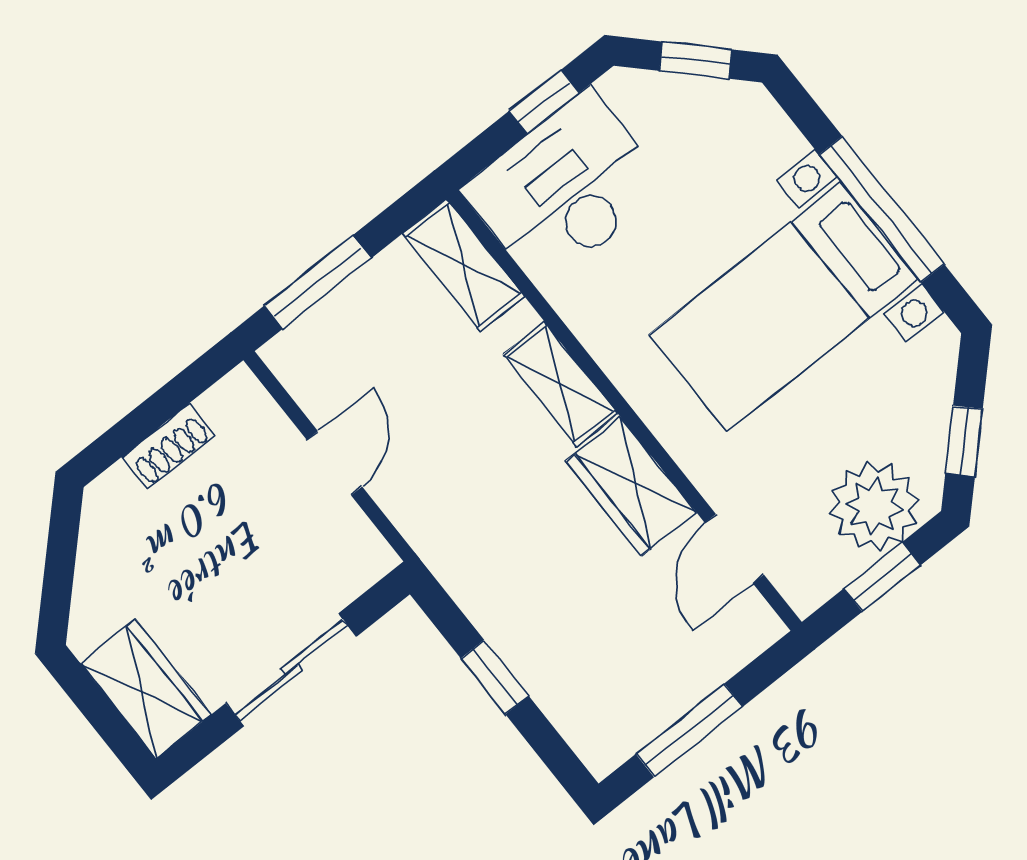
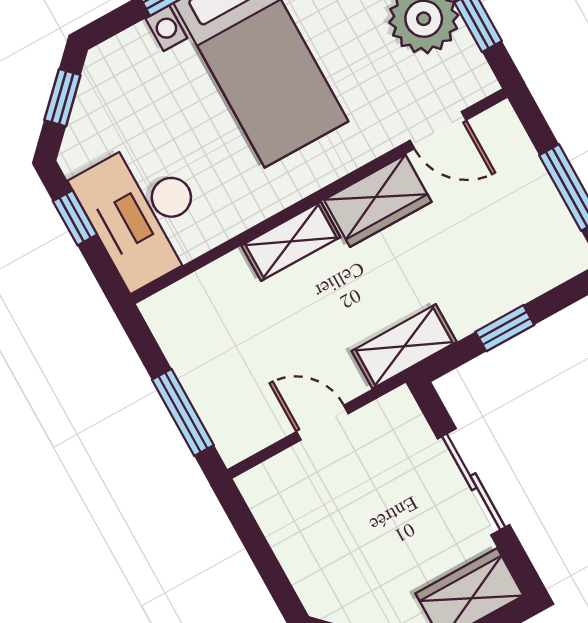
shelving: (464, 265) -> (404, 346), moved
shoe rack: (168, 446) -> (289, 547), removed

